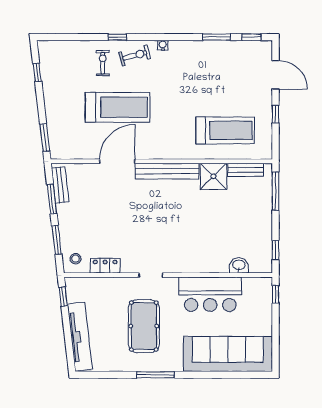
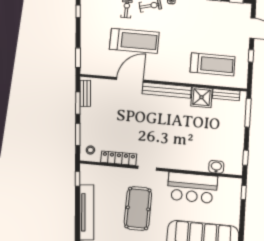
locker: (105, 266) -> (119, 158), width x1.53

